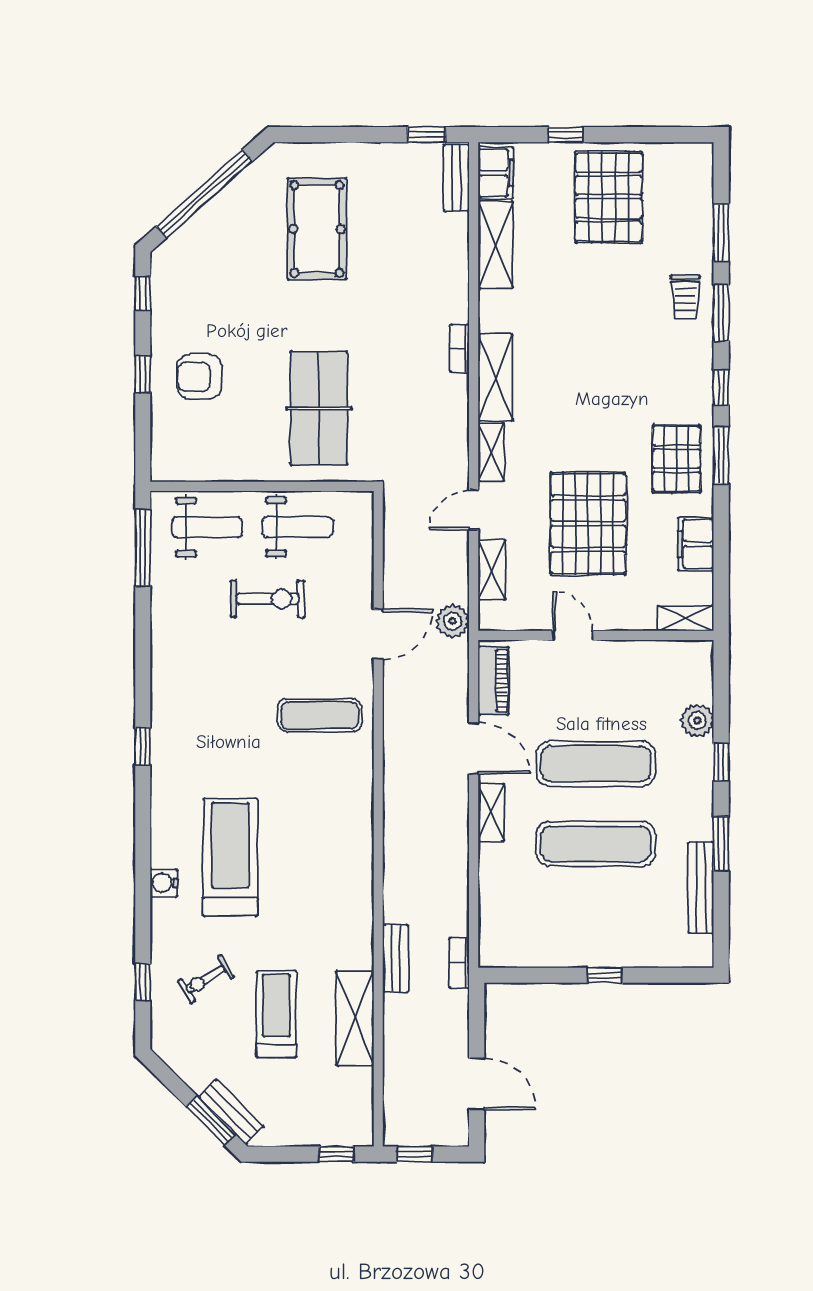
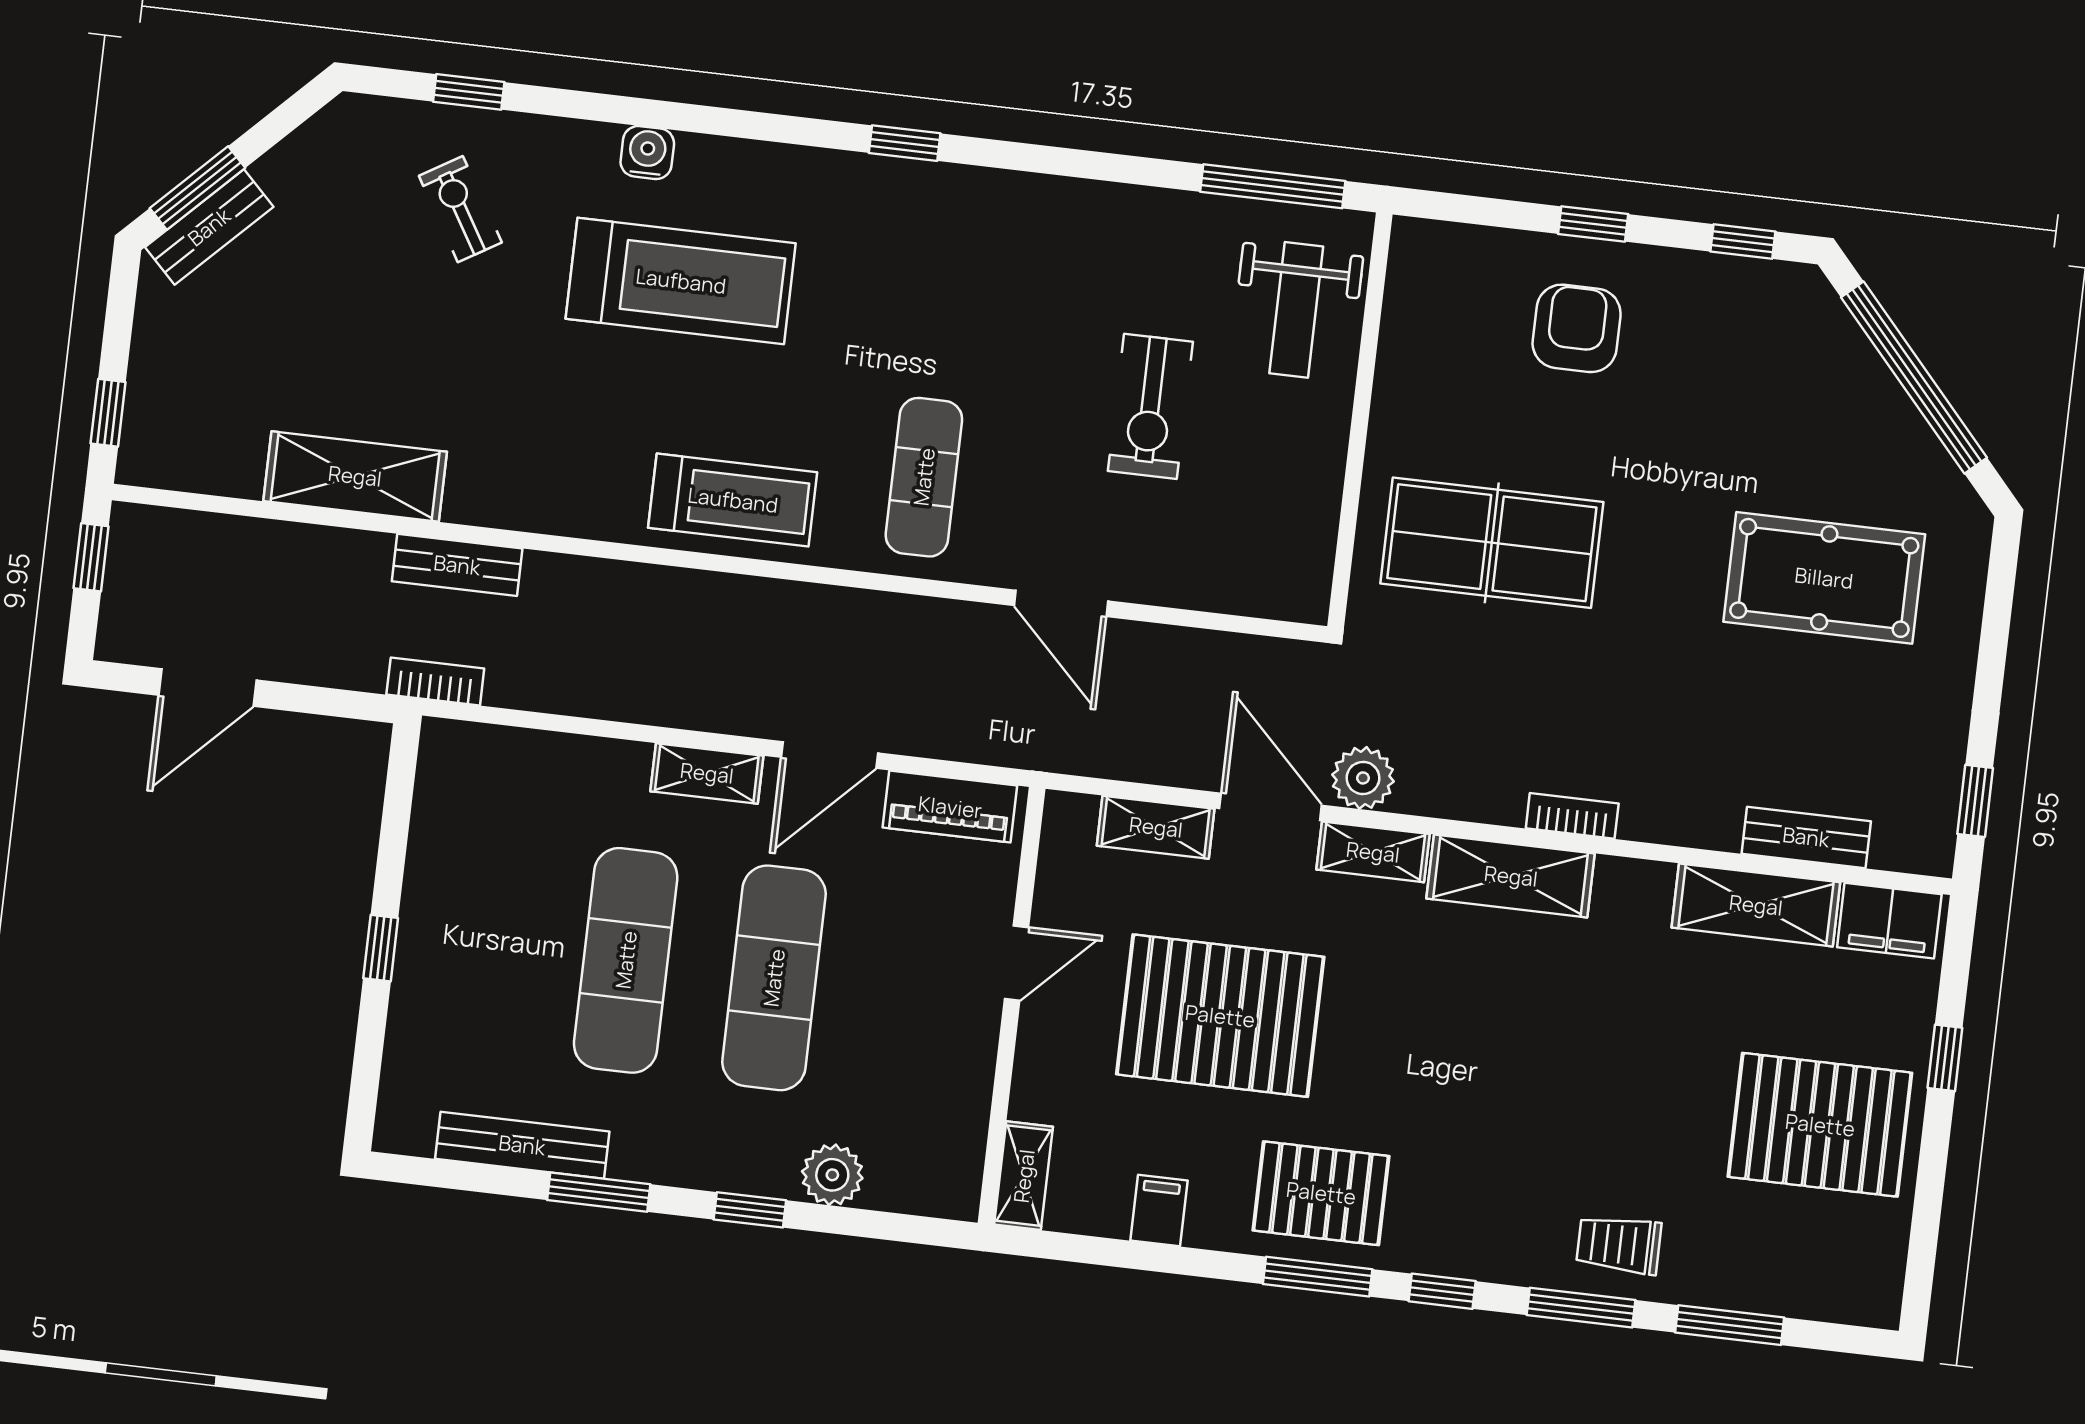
bench: (456, 178) -> (1806, 837), moved
door: (474, 510) -> (1271, 807), width x1.38
weight bench: (297, 527) -> (1277, 477), removed
filing cabinet: (696, 544) -> (1159, 1211), width x0.50
plant: (452, 621) -> (1363, 778), moved
treadmill: (276, 1014) -> (733, 500), moved

